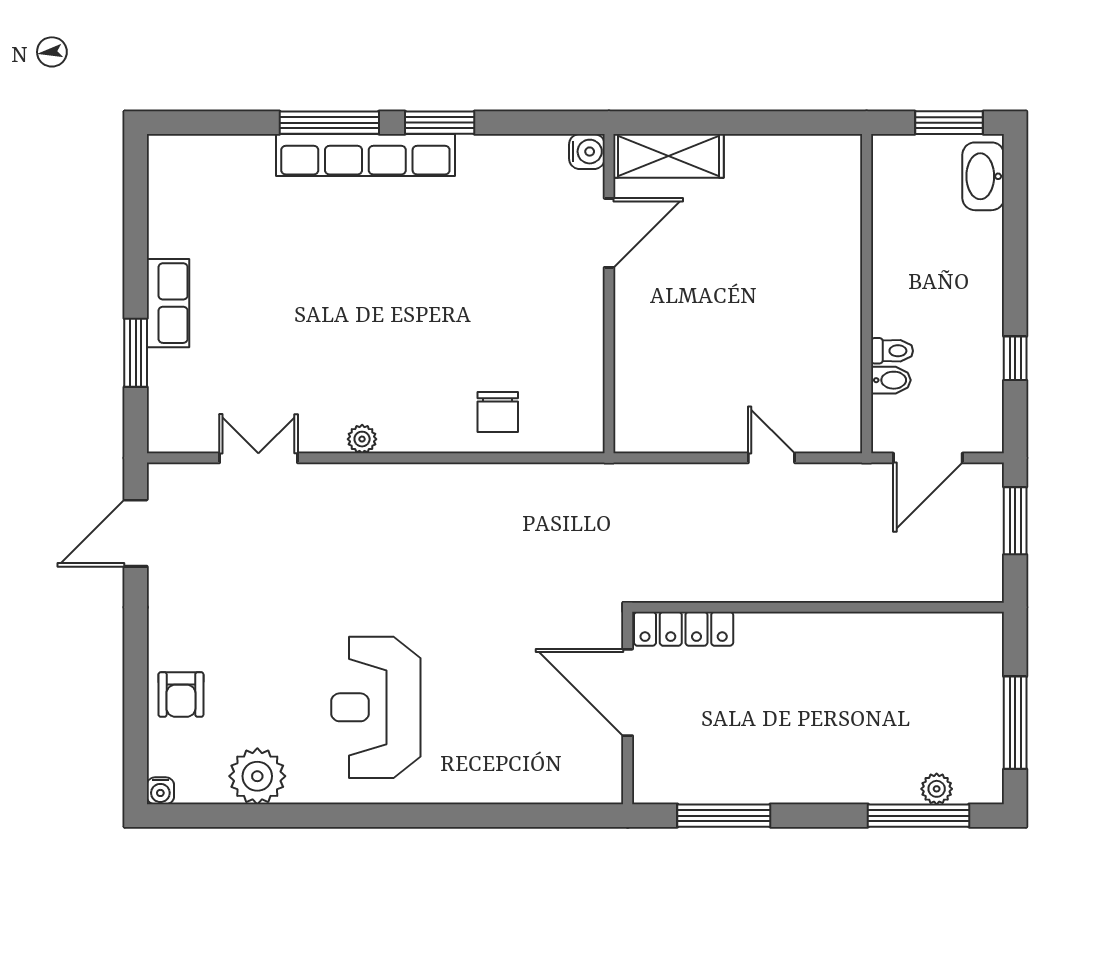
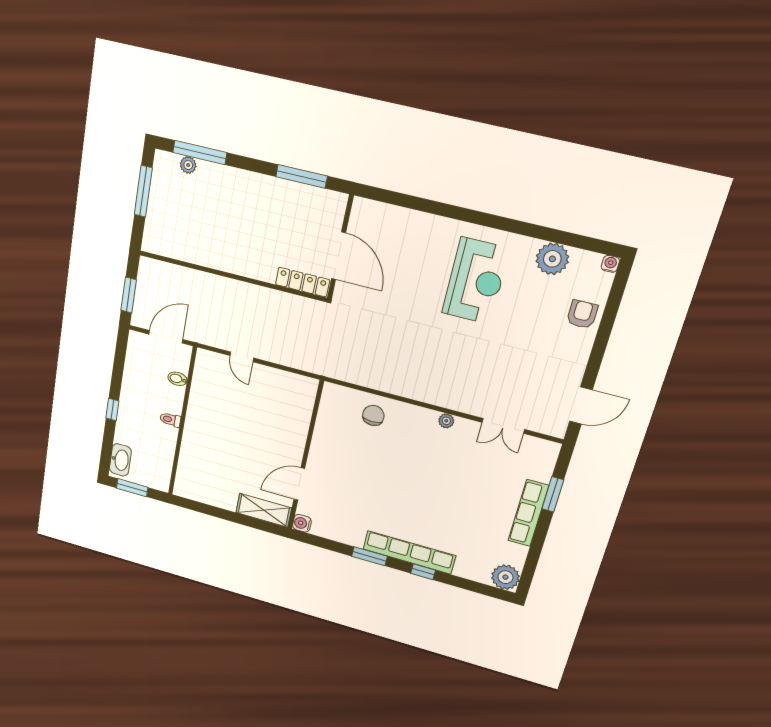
window: (329, 123) -> (423, 572), width x0.46
plant: (174, 161) -> (505, 577), added
row of seats: (168, 303) -> (528, 513), width x1.48
toilet: (892, 351) -> (170, 420), moved
window: (1015, 358) -> (112, 410), moved

